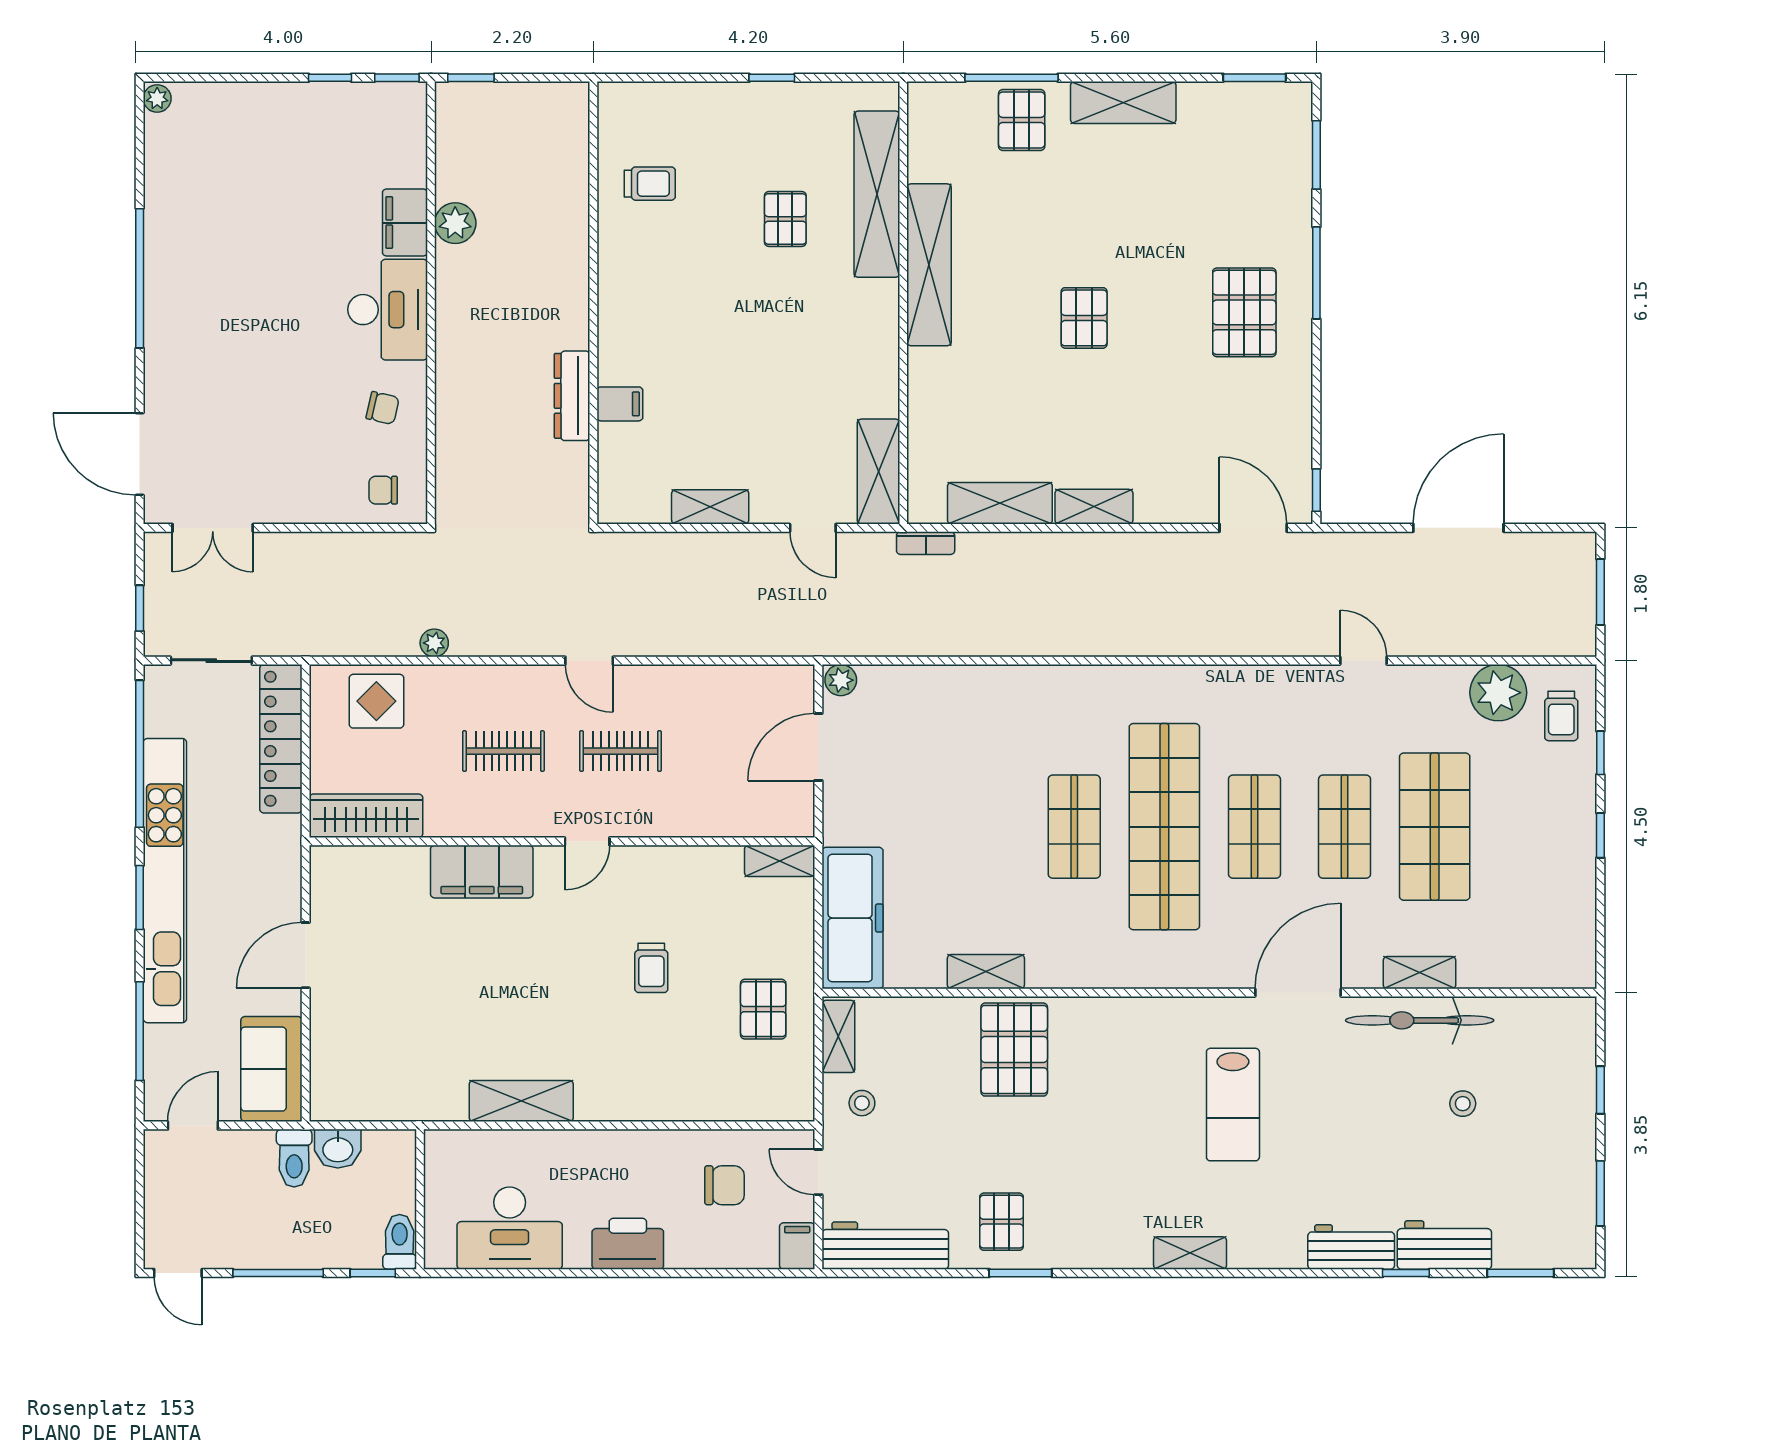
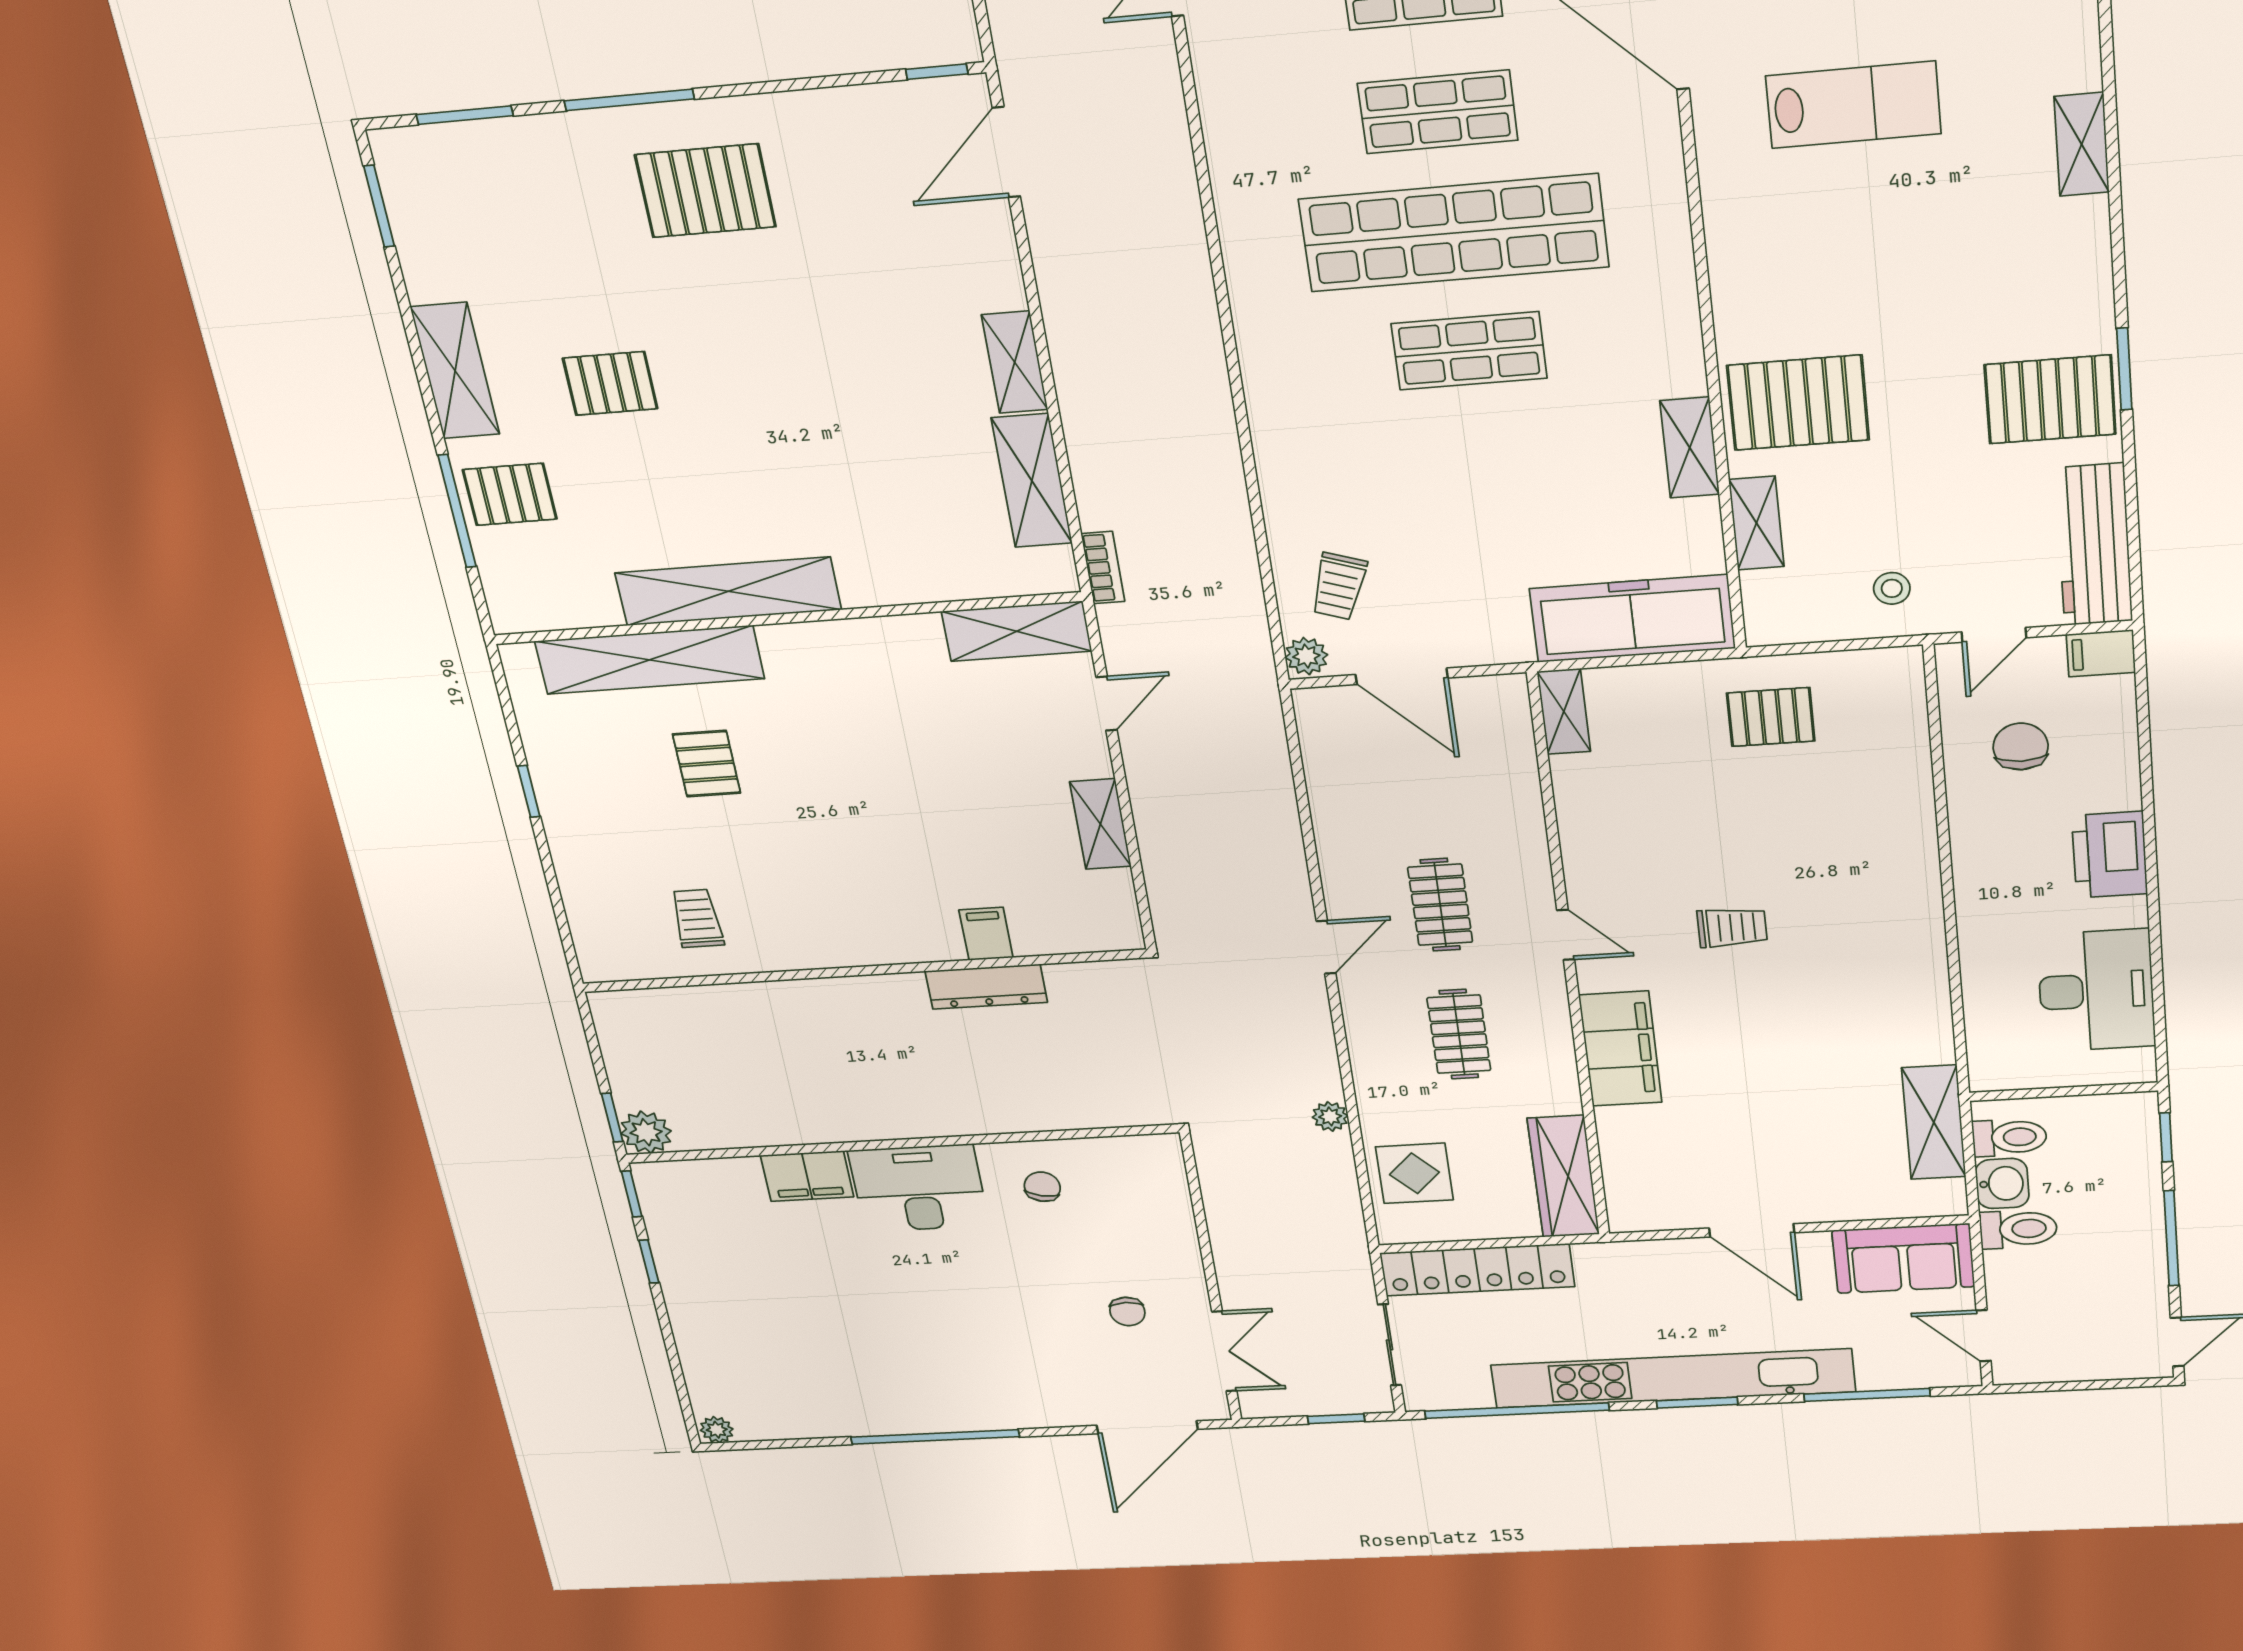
pallet: (785, 219) -> (707, 764), turned 90
plant: (455, 223) -> (646, 1132), moved
pallet: (1084, 318) -> (610, 383), moved
chair: (383, 490) -> (1127, 1312), moved
trolley: (896, 711) -> (1339, 586), added
trolley: (651, 968) -> (1732, 927), moved
shelving: (838, 1036) -> (1756, 523), moved, turned 90
shelving: (521, 1101) -> (1934, 1122), moved
pallet: (1002, 1222) -> (2050, 399), width x1.50, depth x1.42
toilet: (400, 1242) -> (2009, 1137), moved, turned 180

